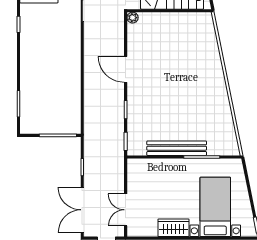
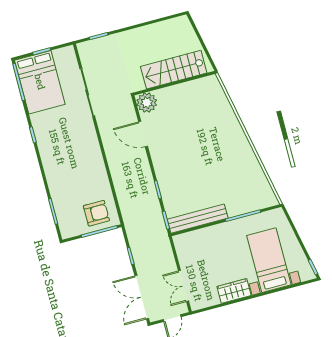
plant: (133, 18) -> (147, 103), width x1.87, depth x1.87
door: (126, 69) -> (143, 134), moved
armchair: (60, 117) -> (96, 213), added
bench: (177, 148) -> (198, 219), moved

